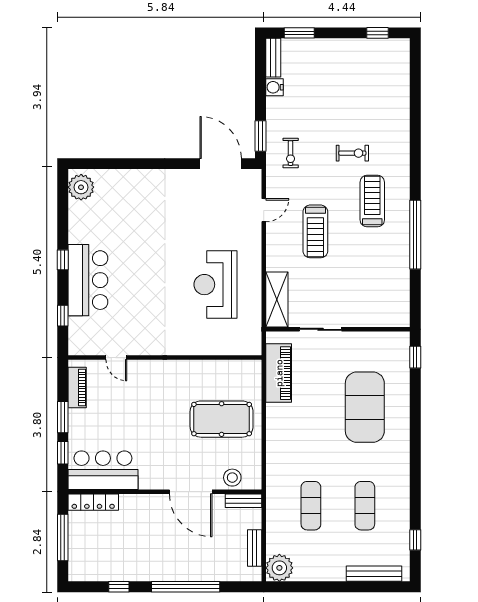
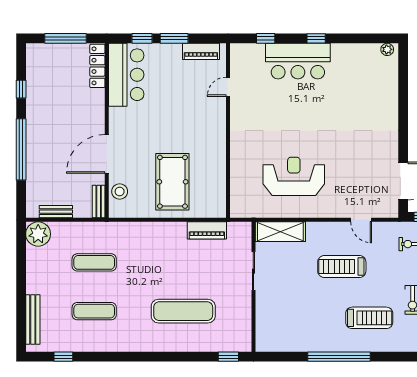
plant: (81, 187) -> (387, 49), width x0.53, depth x0.53
piano: (279, 373) -> (207, 230), width x0.73, depth x0.75
exercise mat: (365, 407) -> (183, 311), width x0.68

